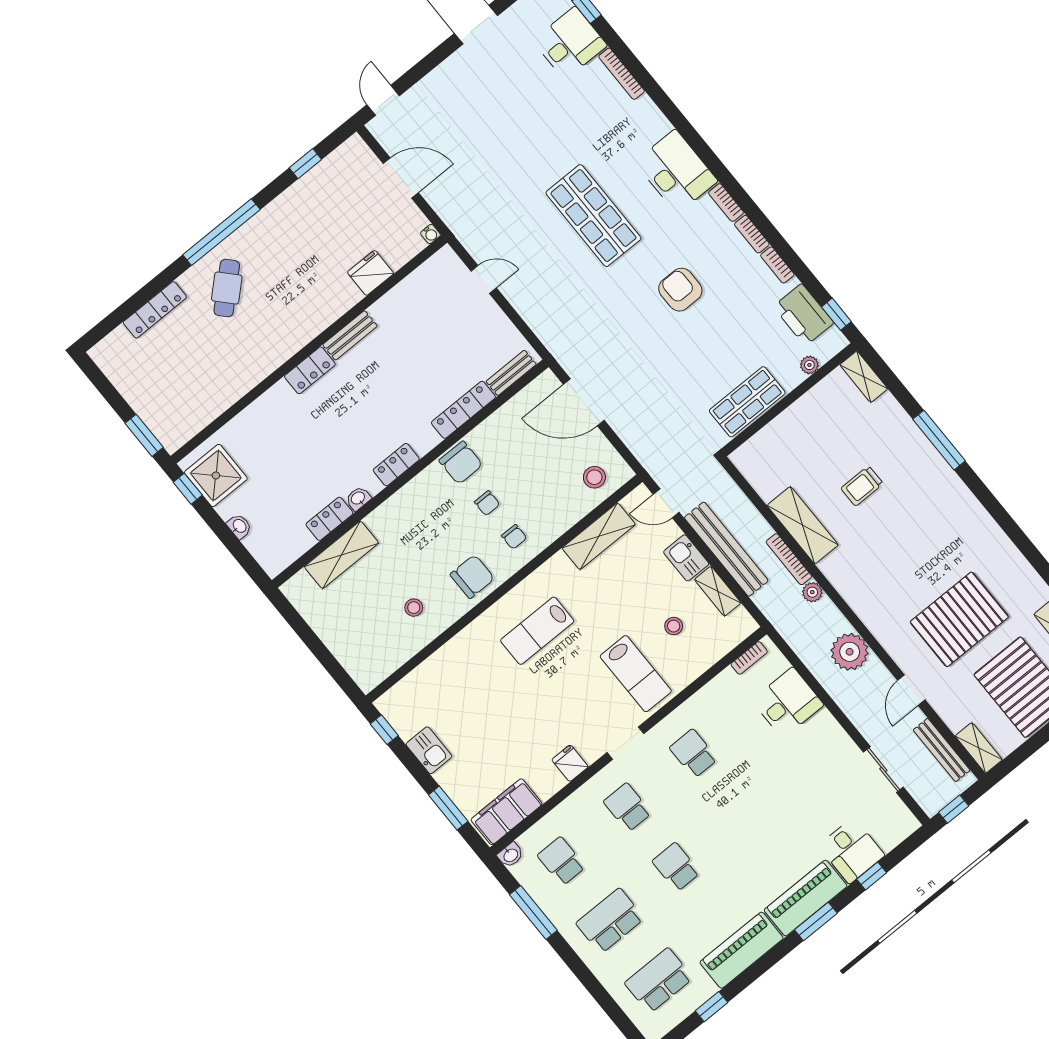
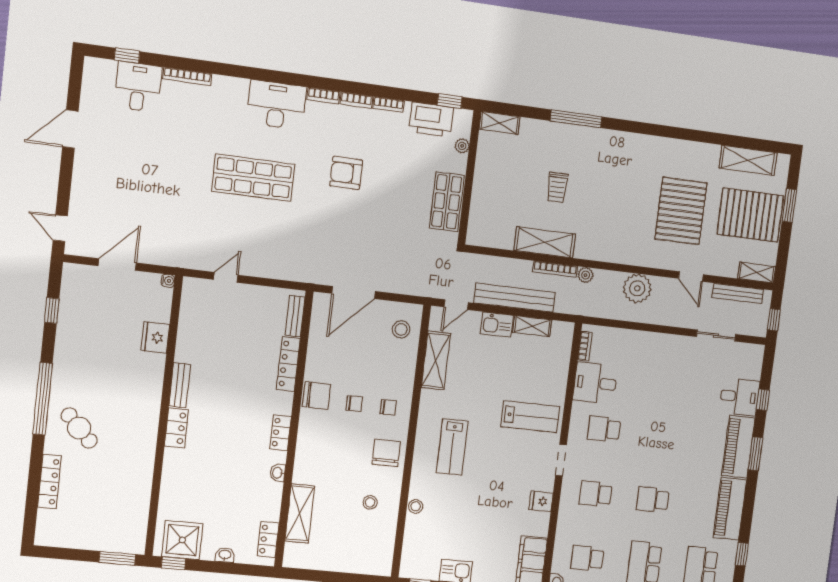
locker: (329, 519) -> (268, 539), moved
stool: (674, 626) -> (416, 506), moved
desk: (788, 703) -> (595, 383), moved, turned -90

